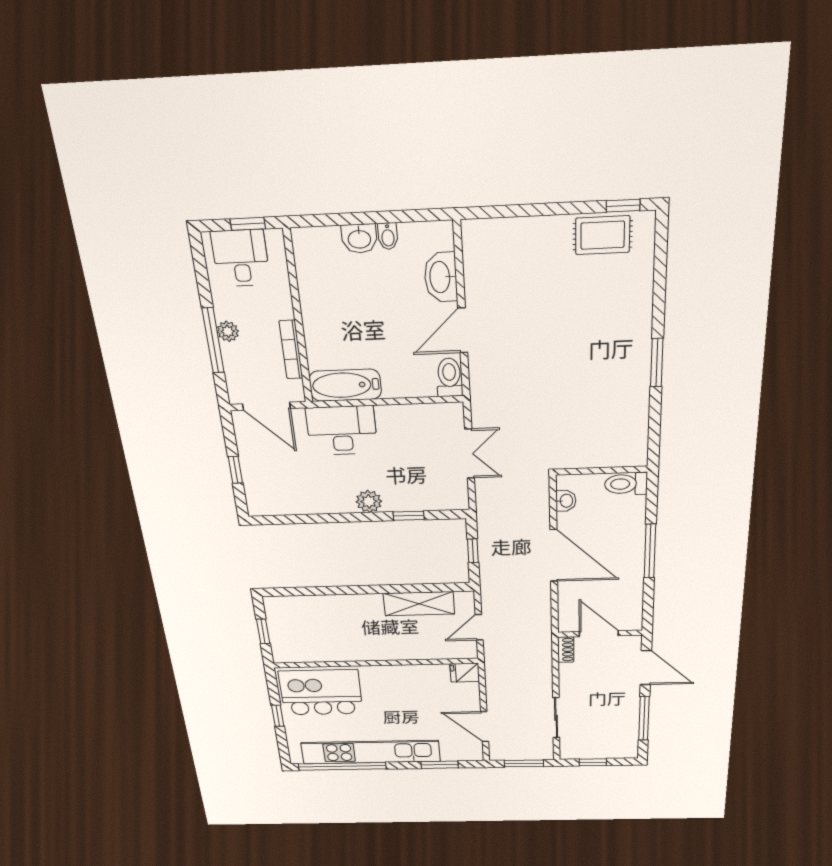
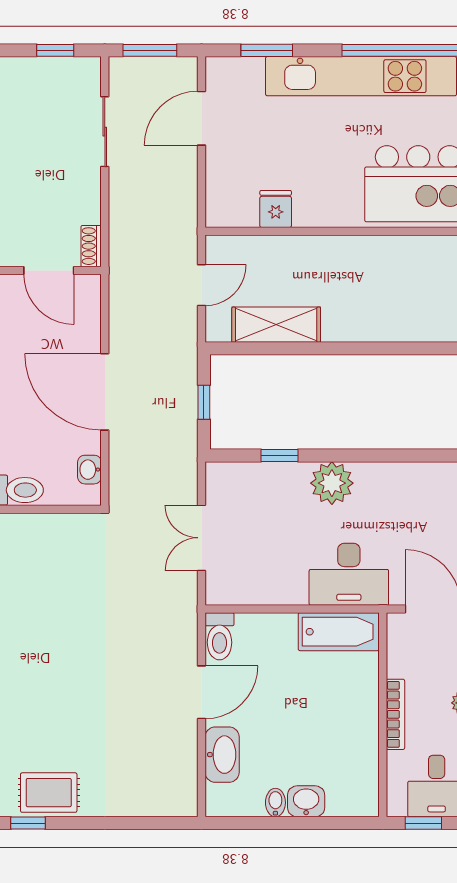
bookcase: (291, 350) -> (396, 714), moved
plant: (369, 501) -> (332, 483), width x1.36, depth x1.36
fridge: (465, 673) -> (276, 209), moved, turned -90
door: (485, 727) -> (202, 118), swing flipped

